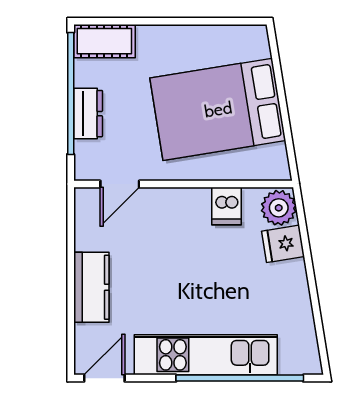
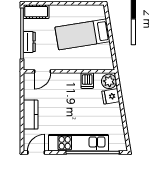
bed: (218, 109) -> (83, 34), width x0.67

